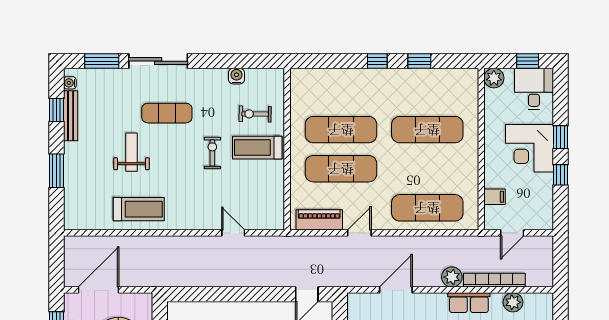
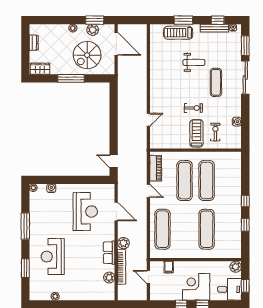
treadmill: (139, 209) -> (178, 33), moved, turned 90

